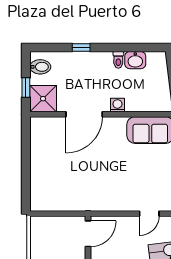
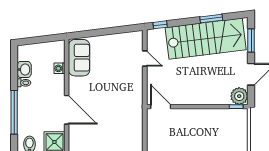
window: (81, 47) -> (14, 112), width x3.17
washing machine: (117, 105) -> (59, 68), moved

